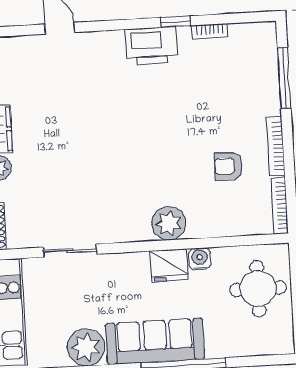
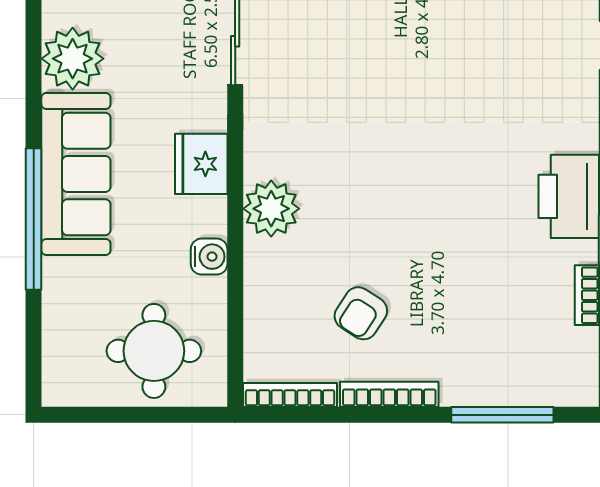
armchair: (228, 166) -> (361, 313), turned -147
fridge: (169, 265) -> (201, 164), moved

